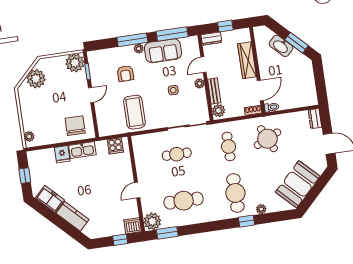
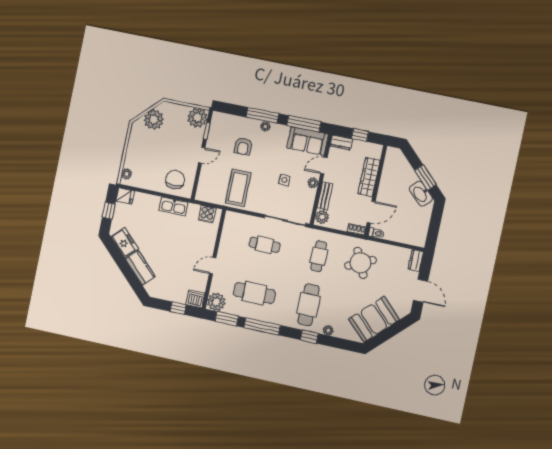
washbasin: (281, 46) -> (421, 194), moved
sofa: (163, 51) -> (308, 141), moved
fridge: (62, 154) -> (125, 196), moved, turned -90
window: (201, 228) -> (262, 326), added

